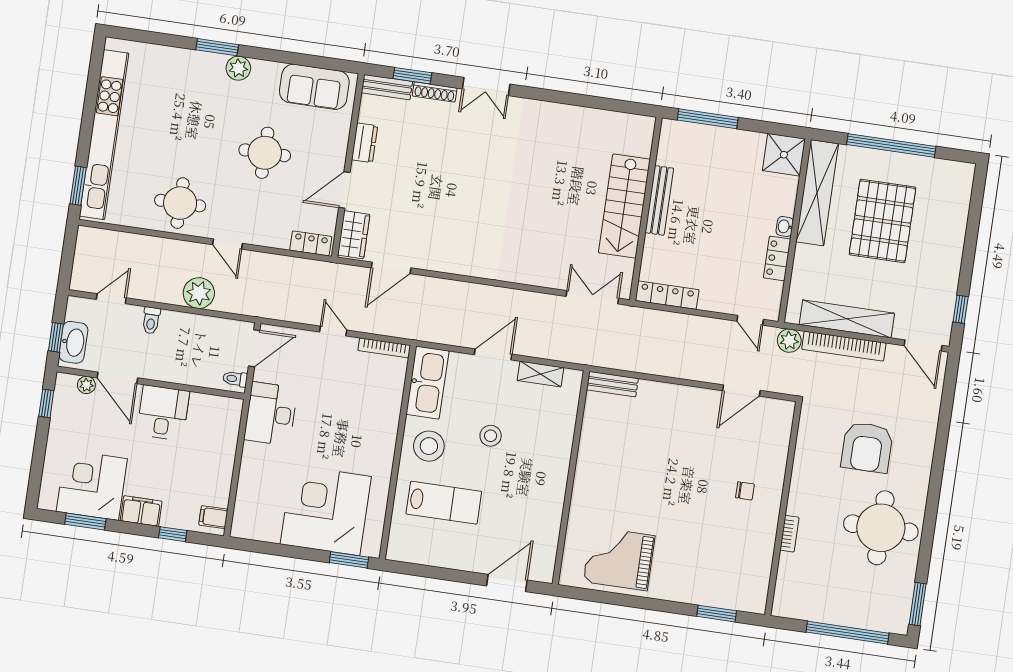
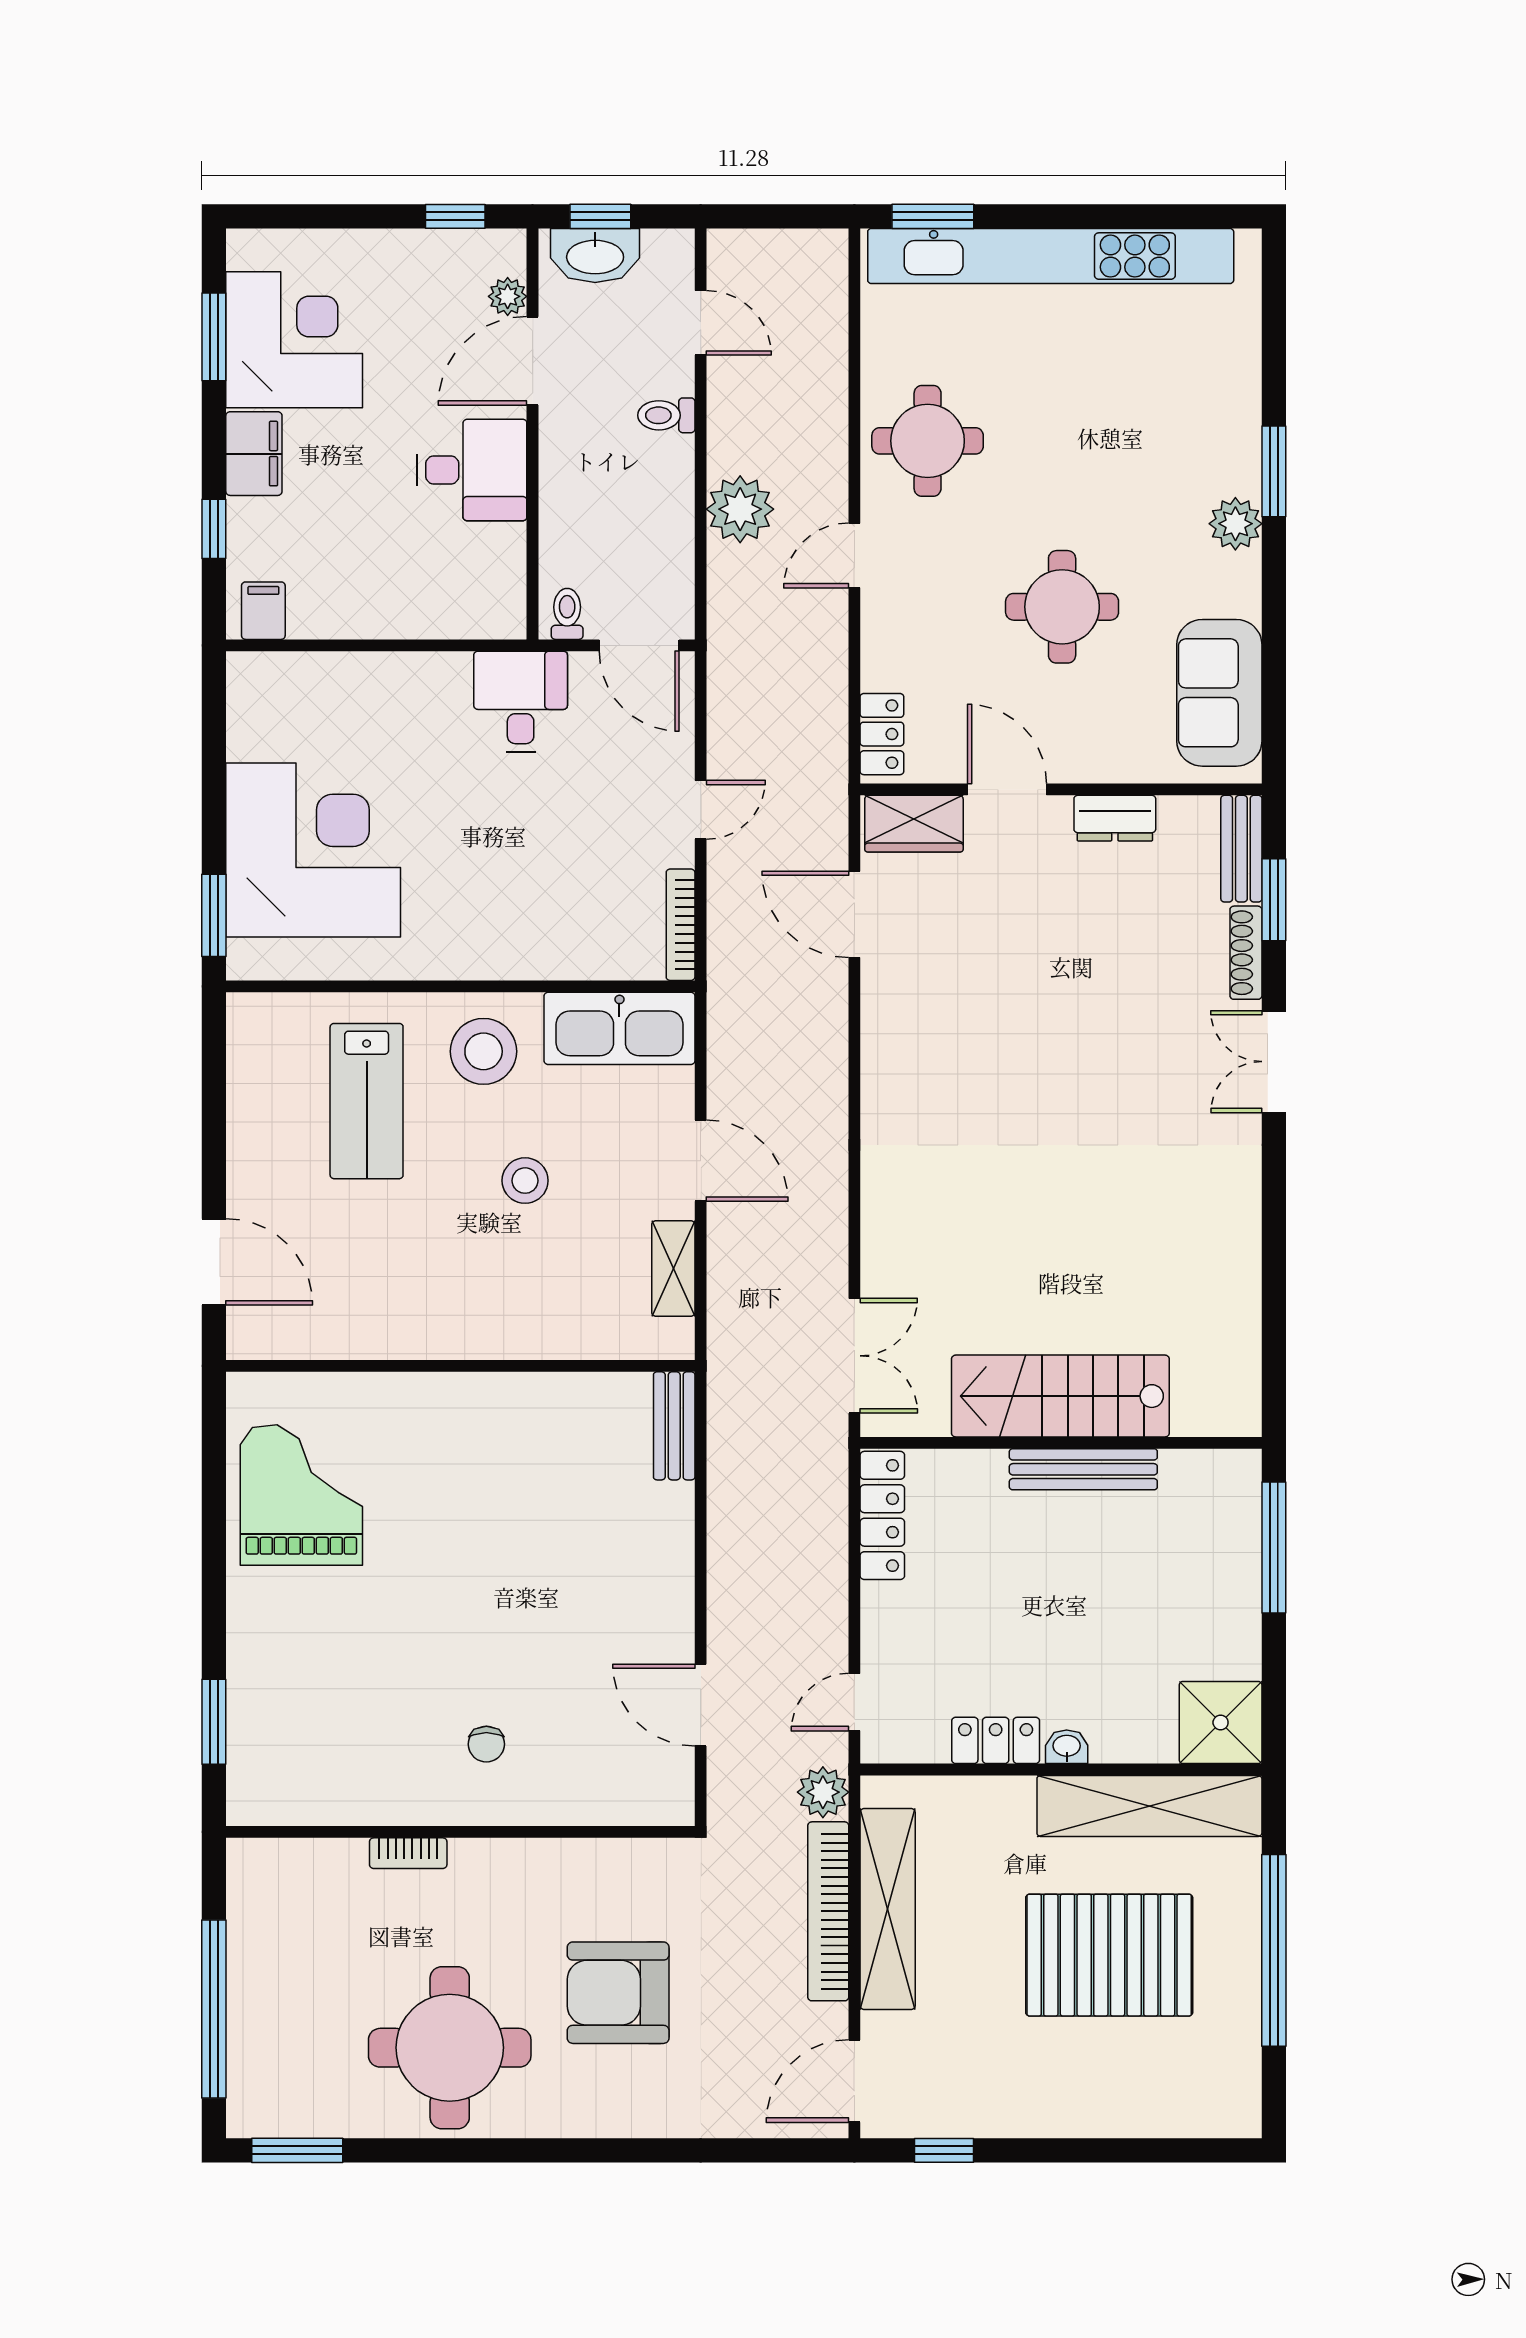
desk: (271, 414) -> (521, 701), width x0.73

